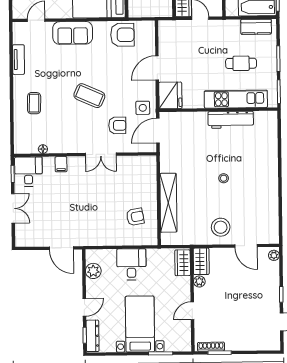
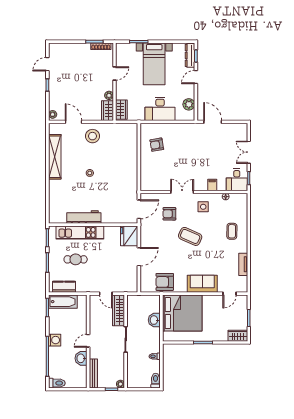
side table: (143, 108) -> (203, 207), moved
shelving: (168, 203) -> (55, 157), moved
desk: (131, 264) -> (160, 109), width x1.37

